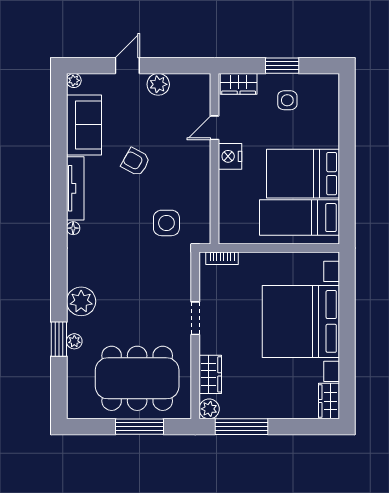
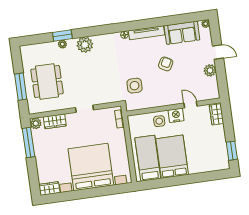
window: (282, 66) -> (232, 151), moved
side table: (287, 100) -> (159, 121), moved
dining table: (137, 378) -> (47, 81), width x0.73, depth x0.80

